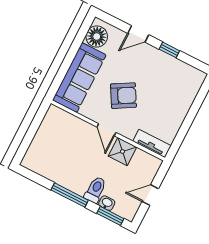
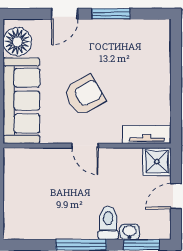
window: (169, 50) -> (111, 14), width x1.50
shower: (122, 152) -> (157, 162), moved

